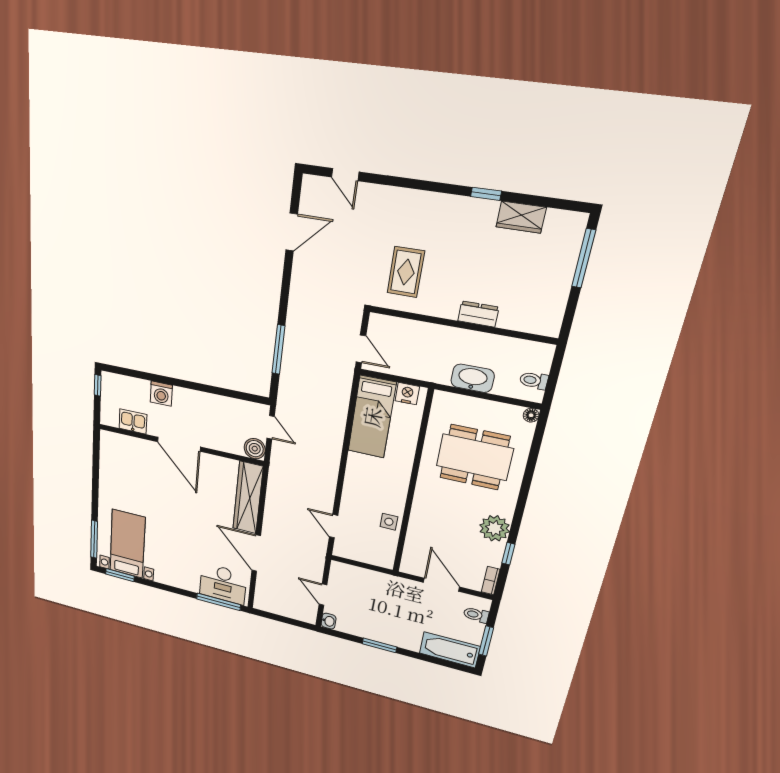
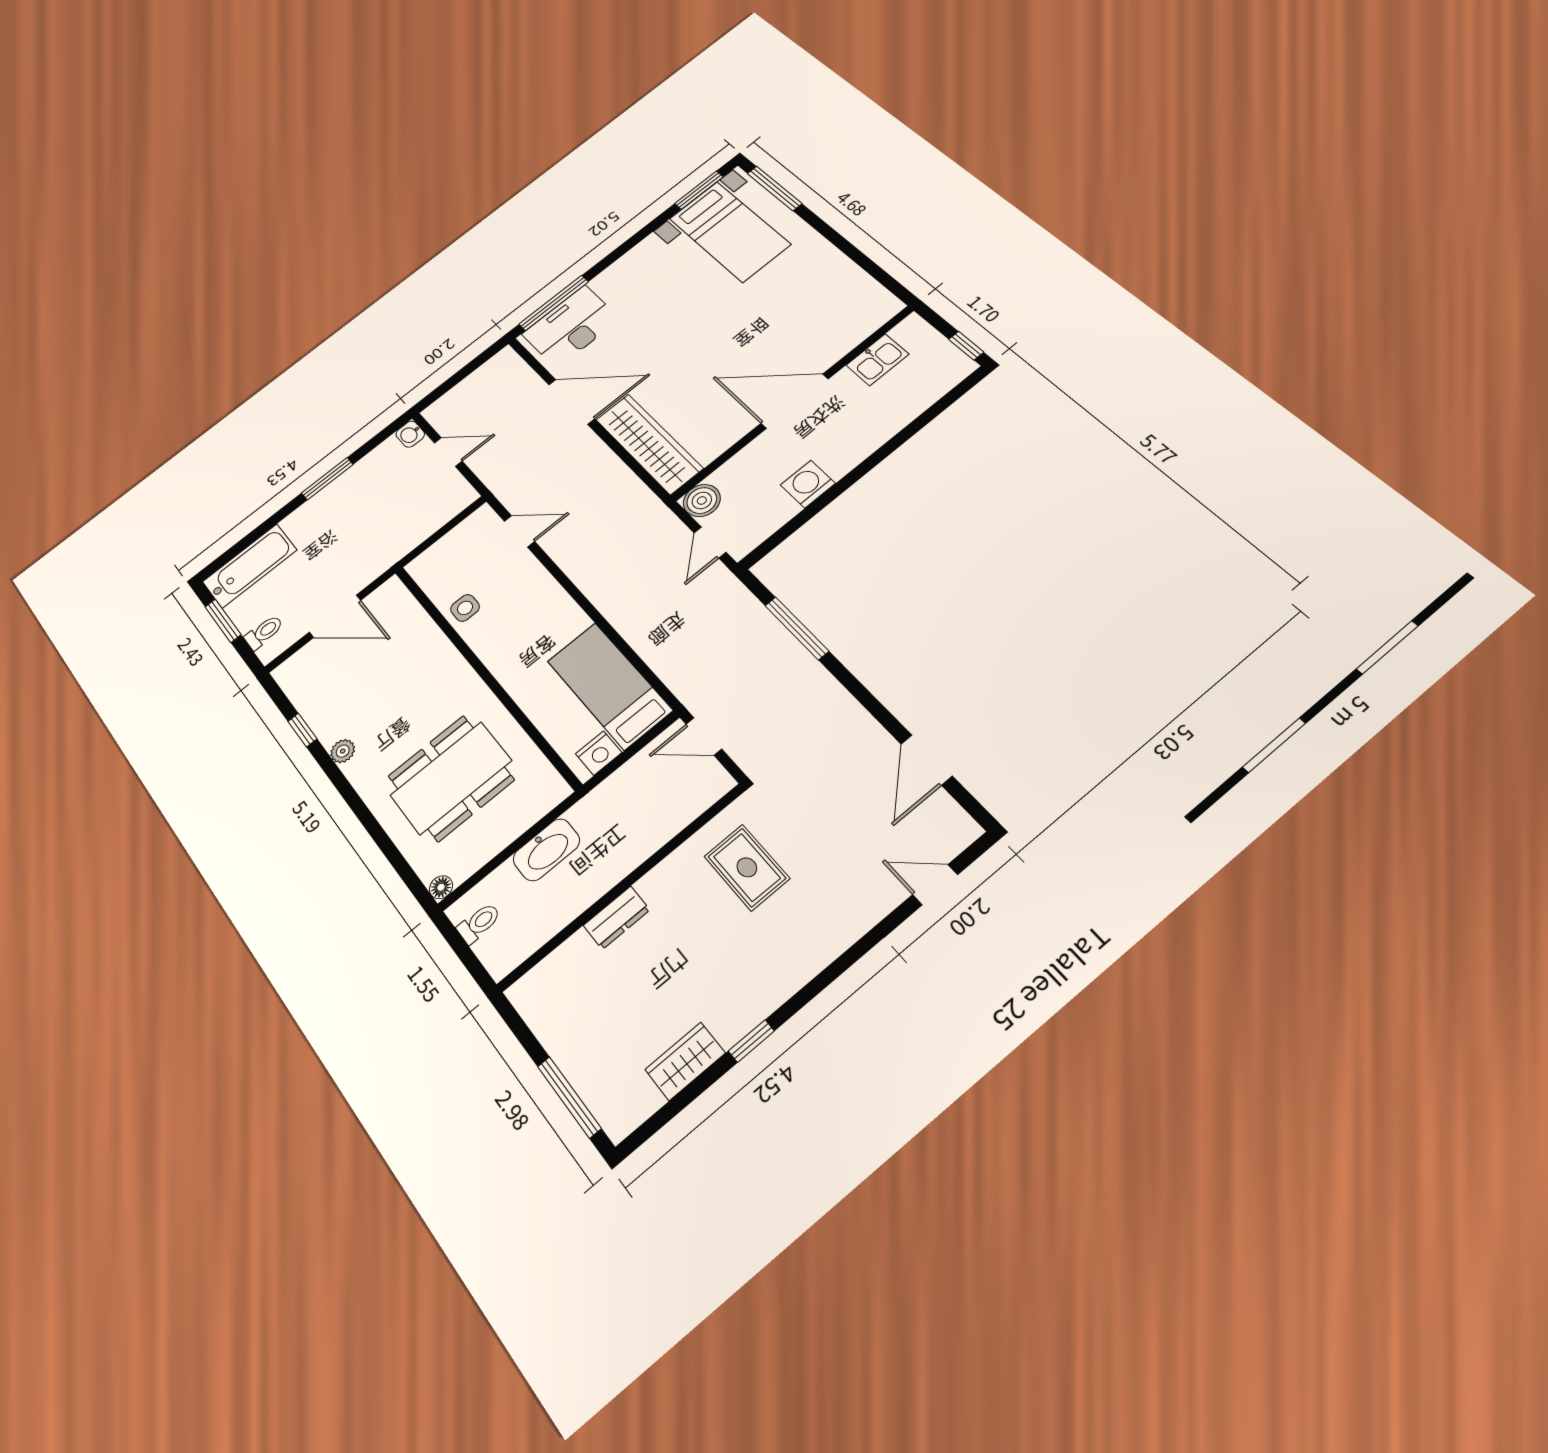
washing machine: (161, 394) -> (808, 484), moved
door: (271, 427) -> (710, 542), hinge flipped
plant: (495, 528) -> (343, 751), width x0.53, depth x0.53
bookcase: (491, 581) -> (289, 683), removed

